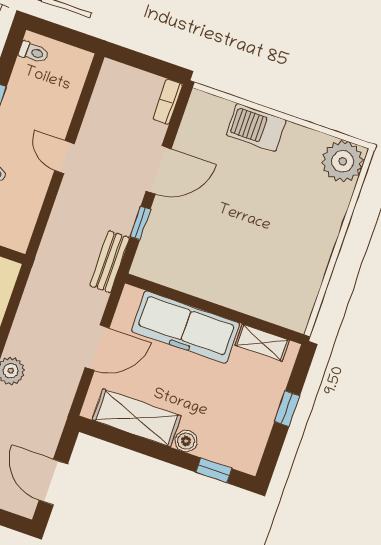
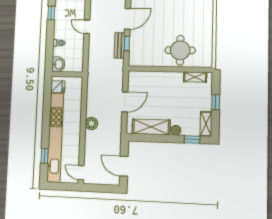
bench: (110, 262) -> (120, 45), moved
round table: (249, 276) -> (180, 50), added
freezer: (186, 327) -> (160, 81), removed
shelving: (253, 447) -> (206, 124), added

